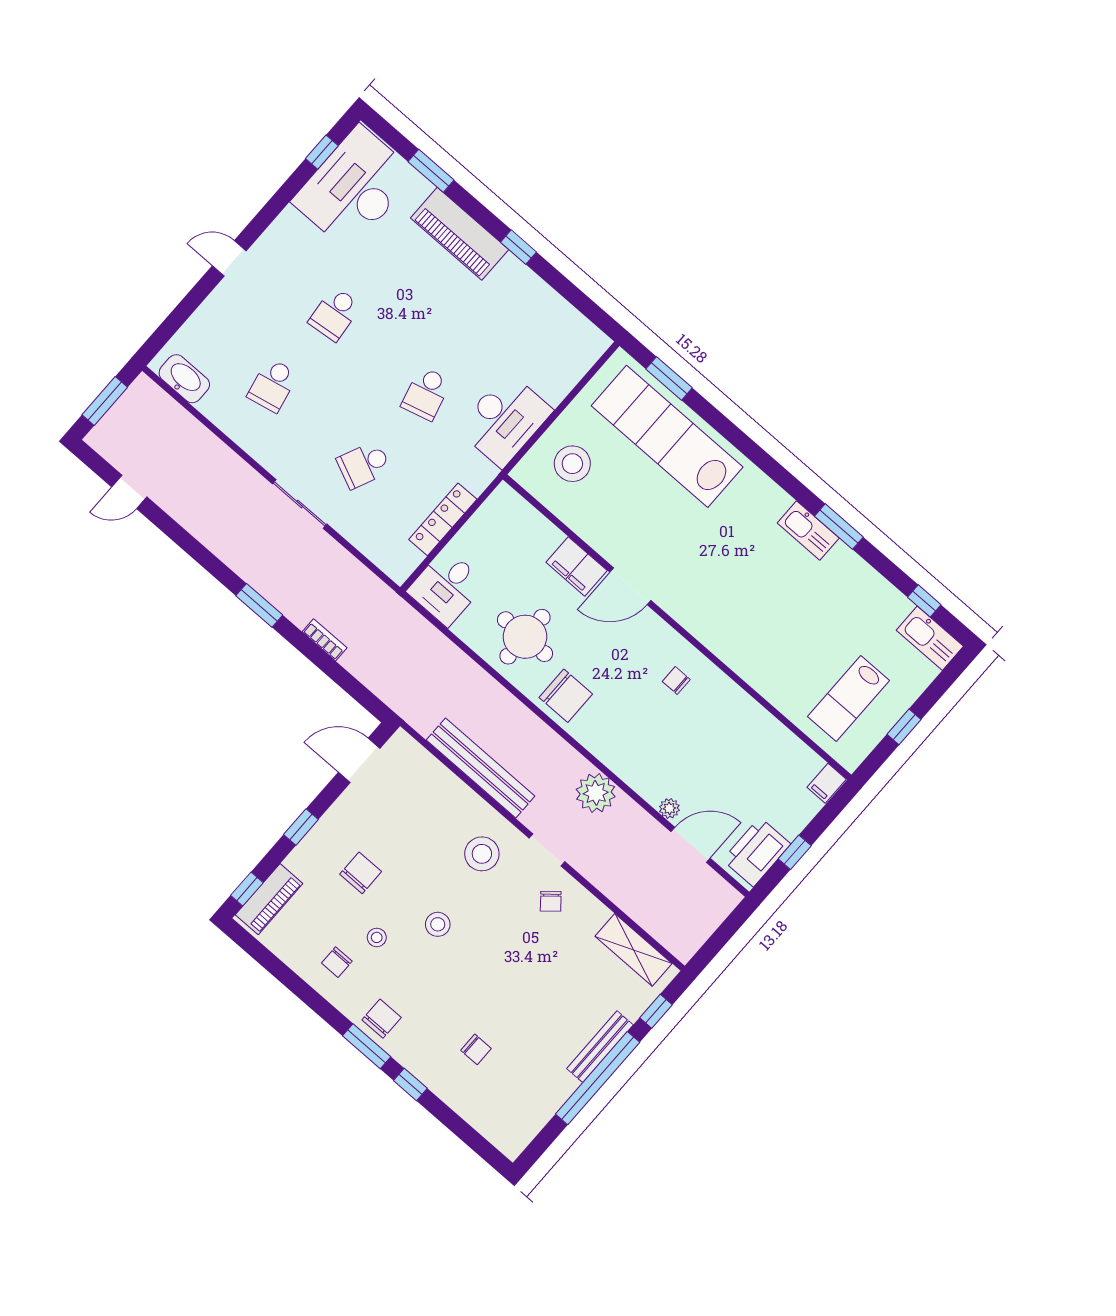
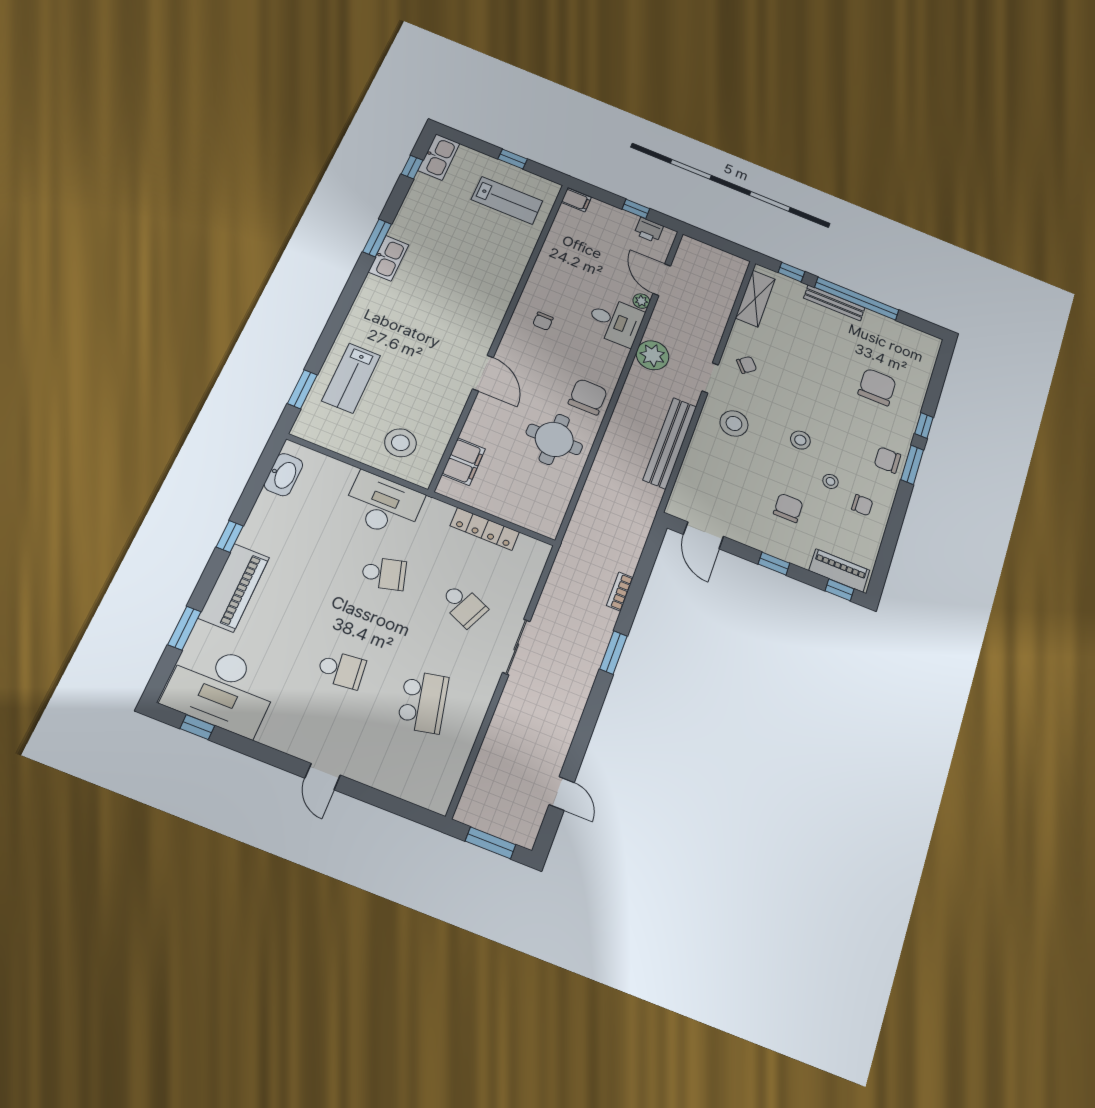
washbasin: (184, 379) -> (284, 475), moved, turned 180
school desk: (273, 385) -> (423, 702), width x1.85
lab bench: (667, 436) -> (351, 378), width x0.54, depth x0.72
filing cabinet: (577, 566) -> (463, 462), moved
desk: (446, 587) -> (615, 321), moved
printer: (757, 852) -> (649, 230), width x0.53, depth x0.68
chair: (361, 873) -> (788, 508), turned 90
chair: (476, 1049) -> (877, 387), width x1.87, depth x1.87

